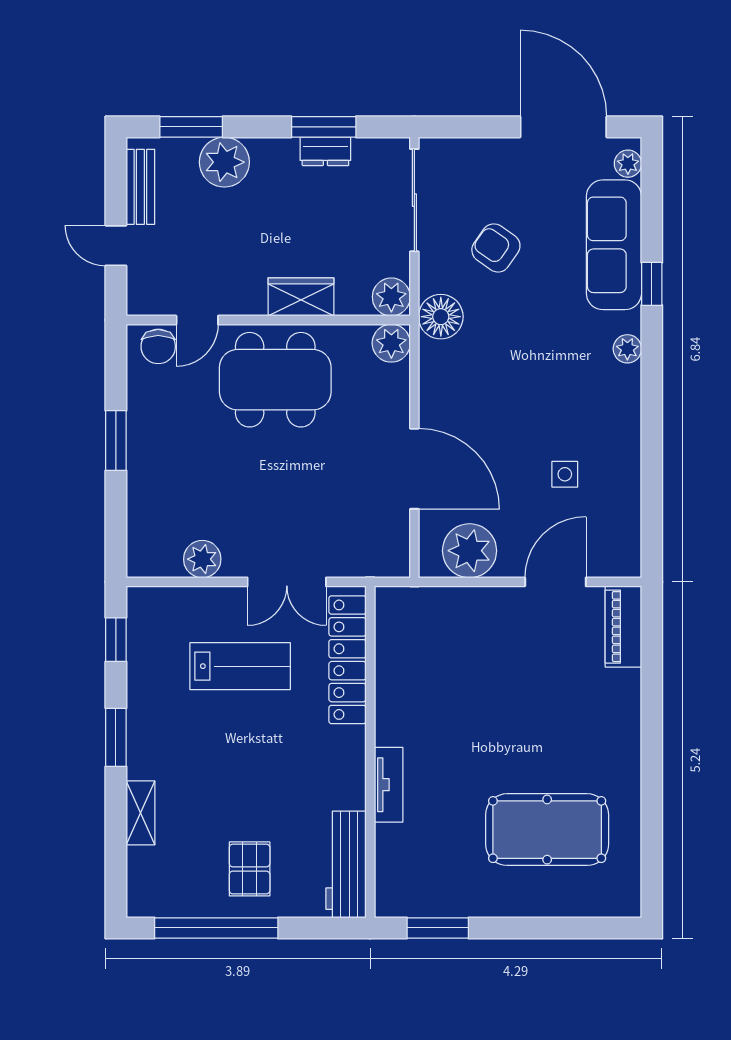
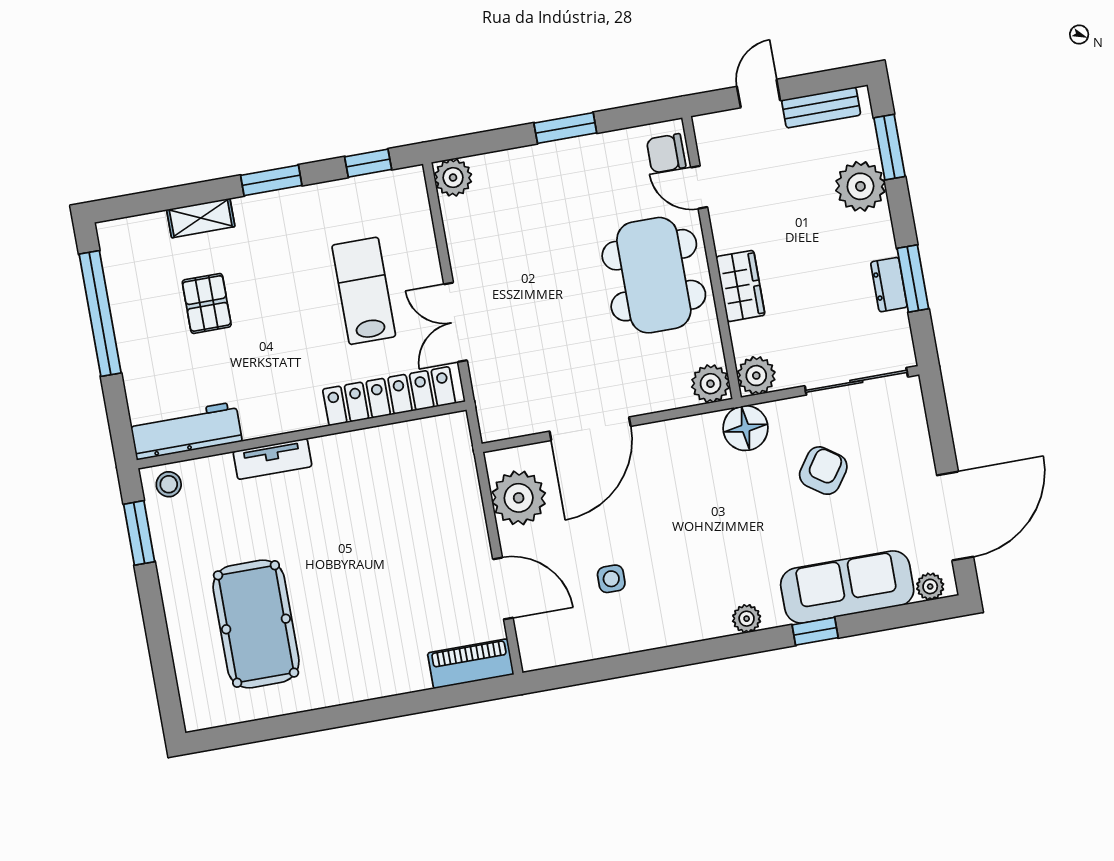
plant: (202, 559) -> (453, 178), moved
lab bench: (240, 666) -> (364, 291), turned 180
pallet: (250, 869) -> (207, 303), moved, turned 90
stool: (395, 891) -> (169, 484), added

